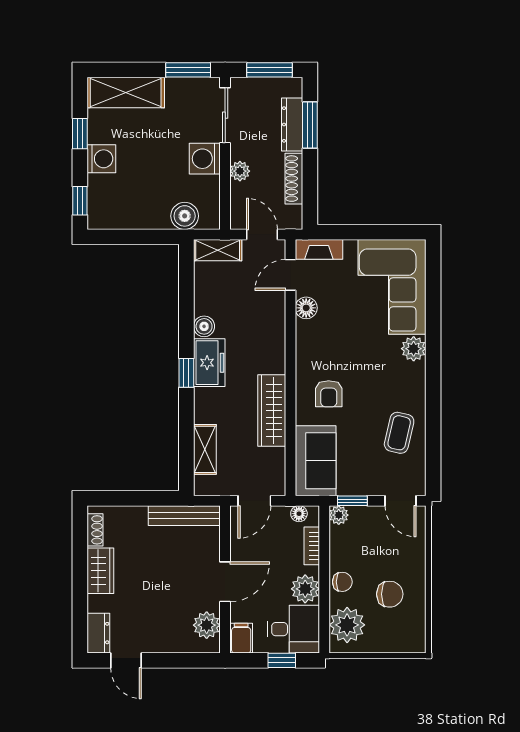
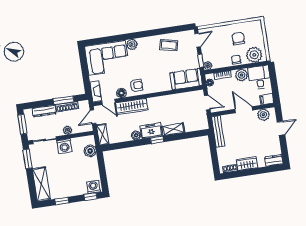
window: (310, 125) -> (63, 100), moved
washing machine: (101, 159) -> (93, 187), moved
armchair: (329, 394) -> (136, 85), moved
wardrobe: (272, 411) -> (132, 106), moved
shelving: (205, 449) -> (173, 129), moved
door: (126, 660) -> (281, 128), moved
window: (282, 660) -> (274, 80), removed

